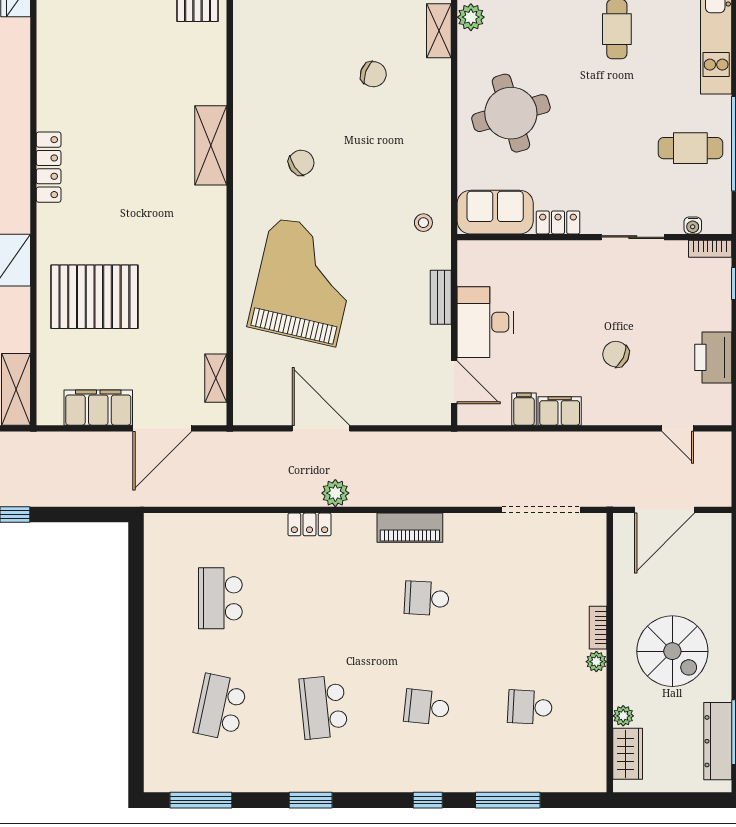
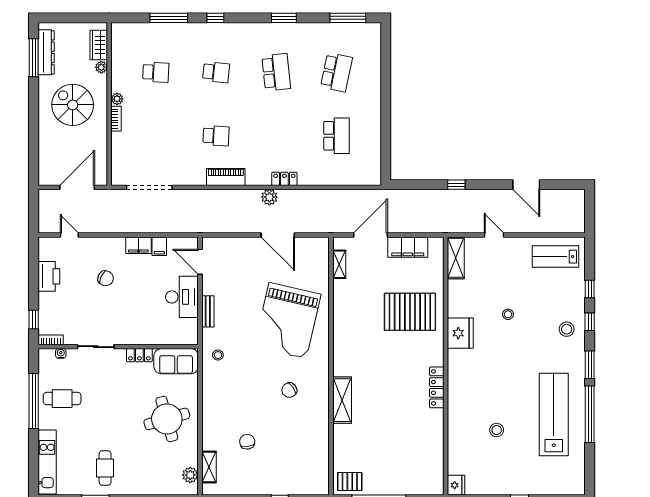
chair: (373, 74) -> (247, 442), turned 62

